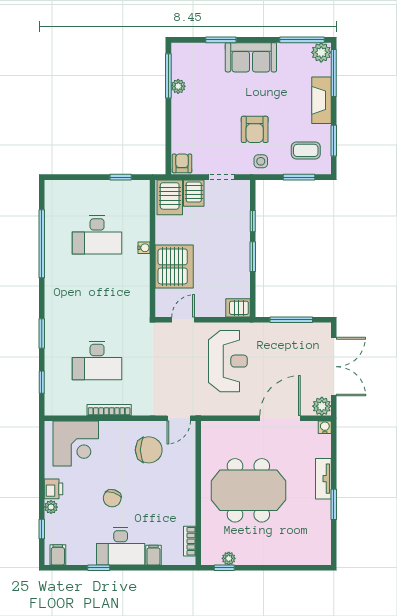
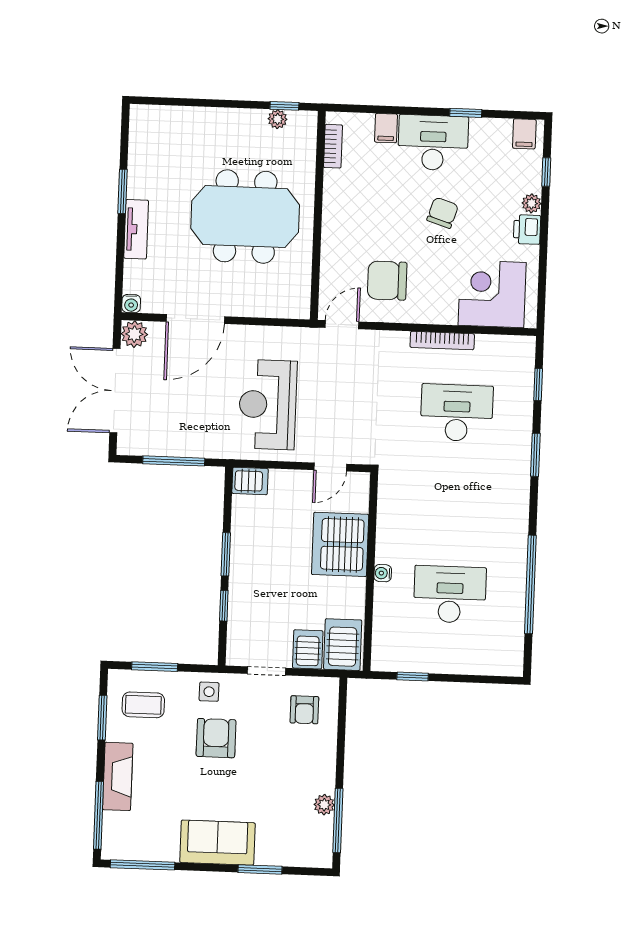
plant: (321, 52) -> (116, 846), removed
armchair: (182, 163) -> (304, 710), moved

